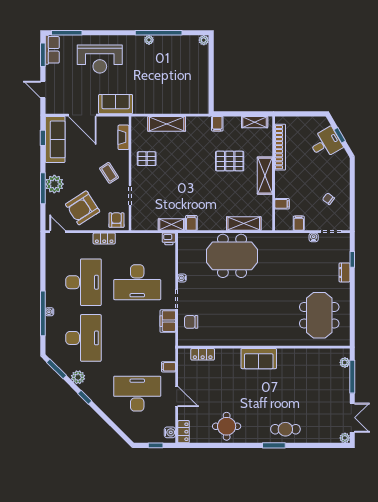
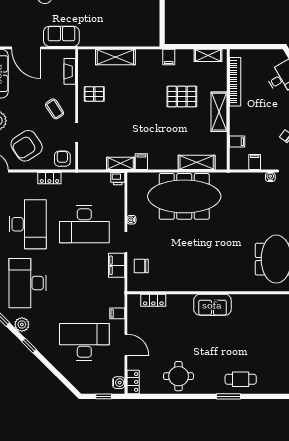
meeting table: (232, 256) -> (184, 196), width x1.36
desk: (83, 338) -> (28, 283), turned 180

